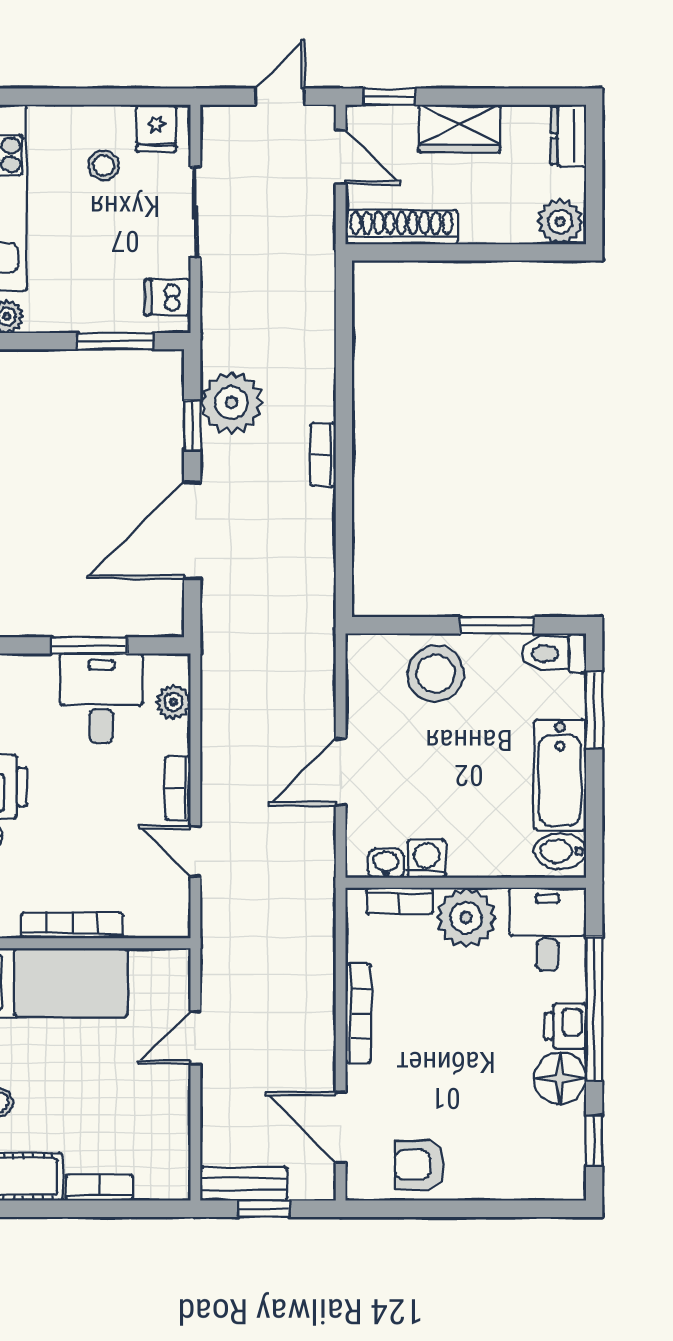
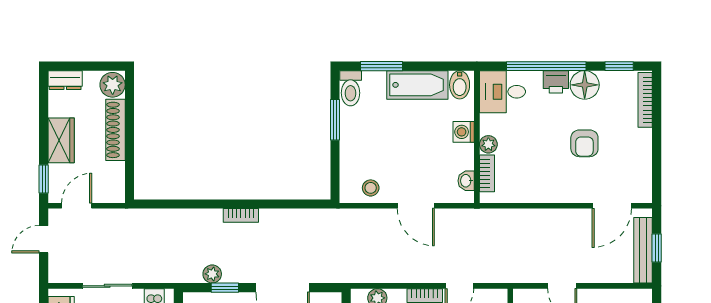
door: (280, 97) -> (44, 239), hinge flipped
shoe rack: (401, 227) -> (115, 130), moved
plant: (231, 402) -> (212, 274), width x0.53, depth x0.53
stool: (436, 674) -> (371, 188), moved, width x0.53, depth x0.53
washing machine: (426, 859) -> (464, 132), moved
plant: (466, 917) -> (488, 144), width x0.53, depth x0.53
bookcase: (358, 1013) -> (645, 100), moved, turned -90
armchair: (419, 1165) -> (584, 143), moved
bench: (244, 1184) -> (643, 250), width x1.36

